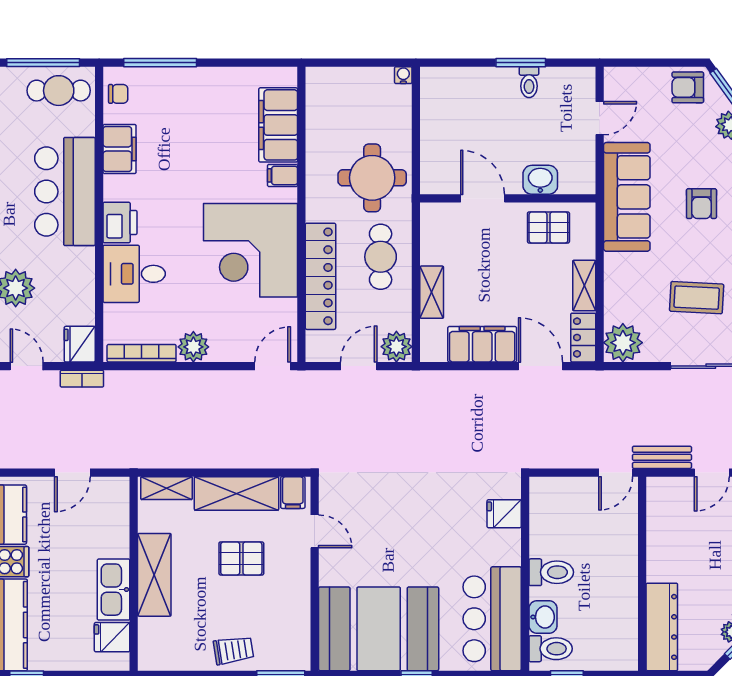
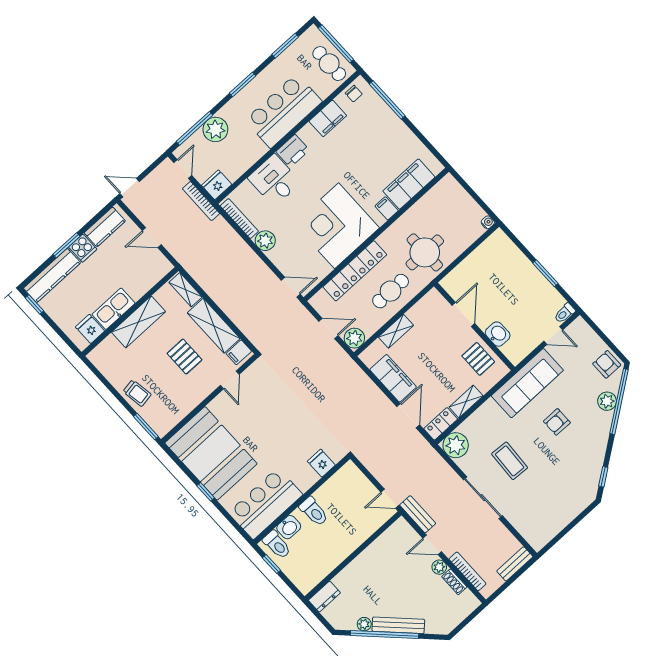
toilet: (529, 82) -> (565, 313), moved
bookcase: (82, 379) -> (201, 201), width x1.56
dresser: (662, 627) -> (324, 597), width x0.51, depth x0.80

